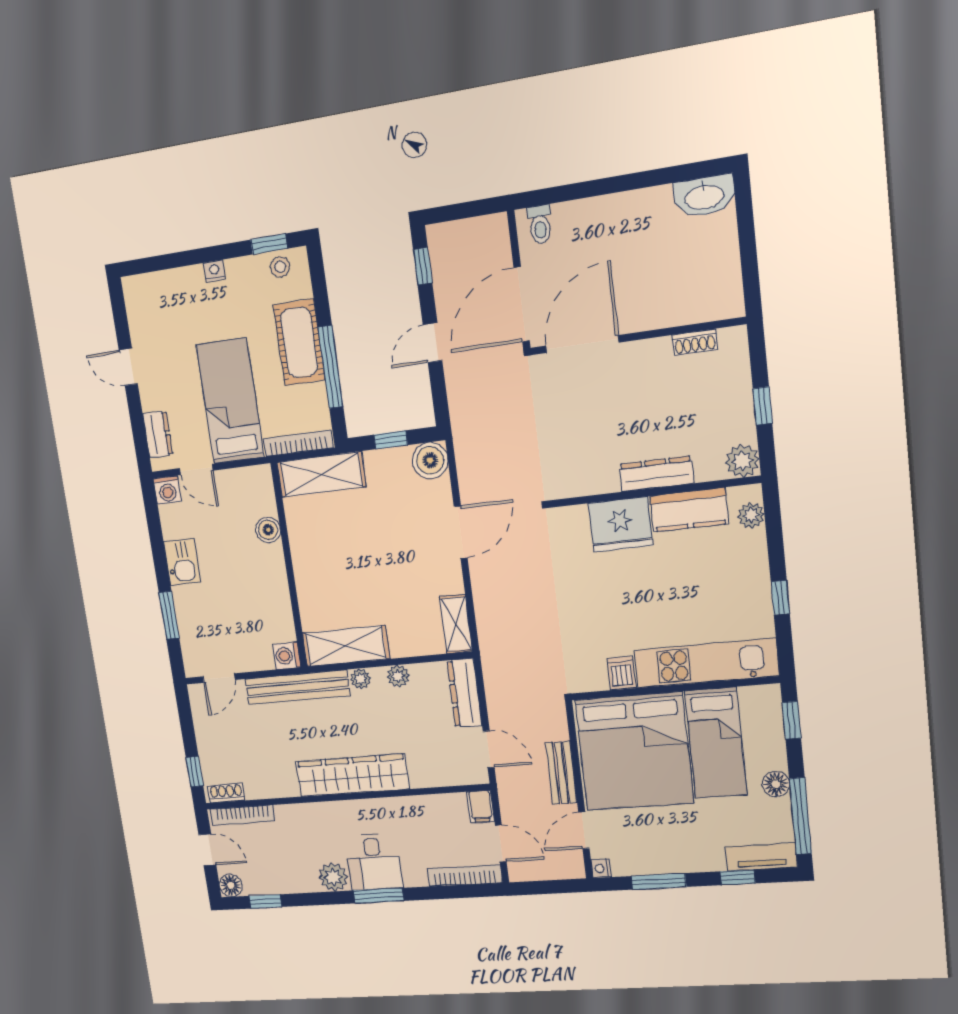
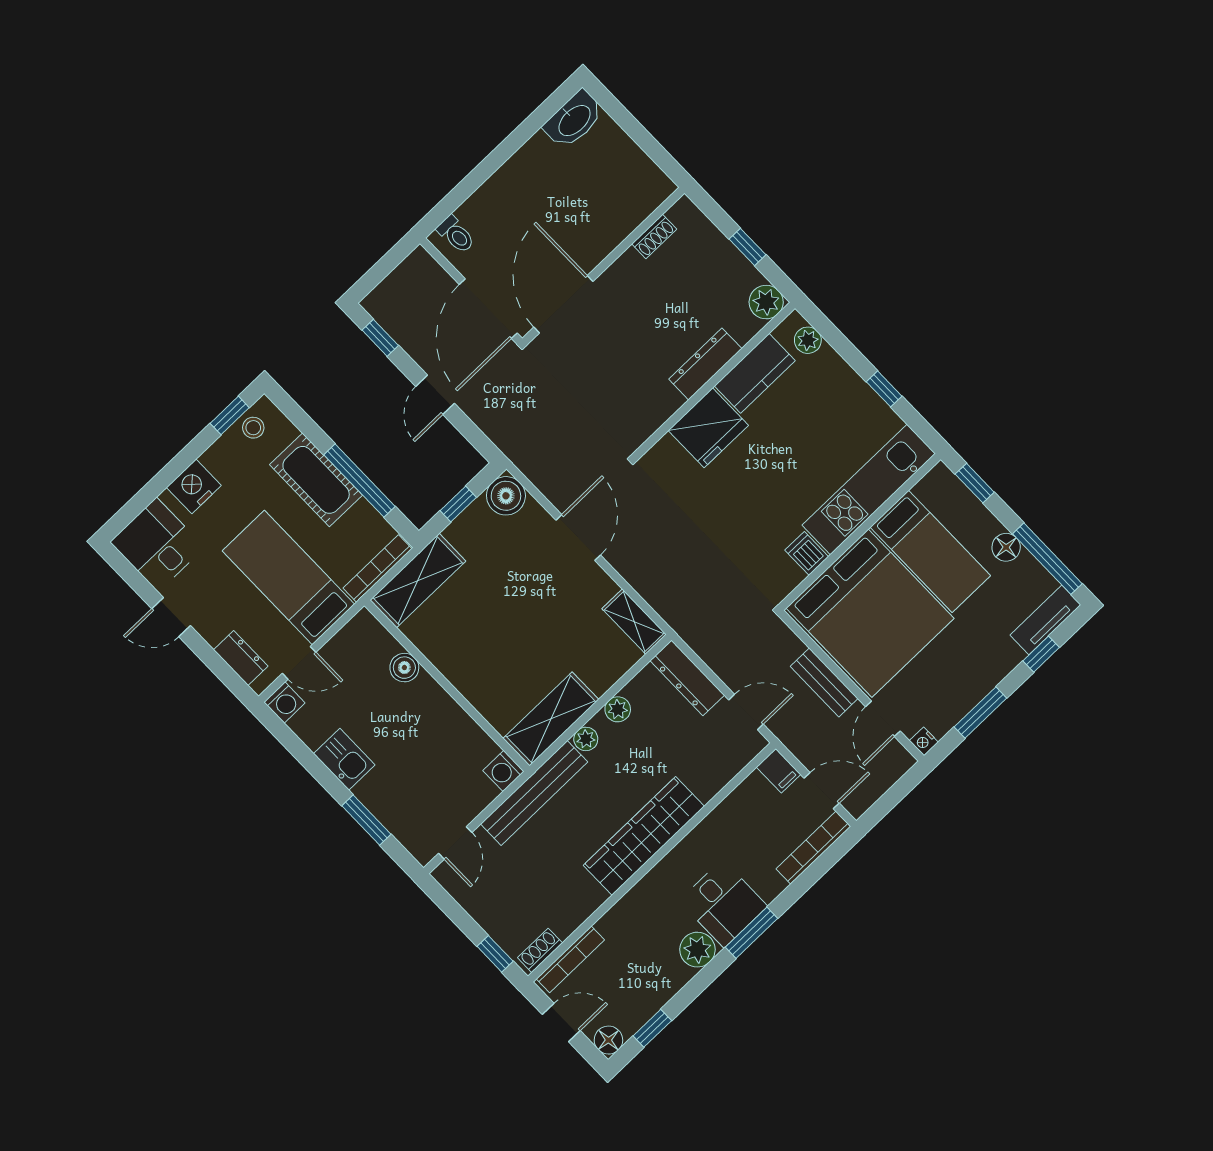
nightstand: (214, 271) -> (194, 486), width x1.89, depth x1.79
desk: (153, 305) -> (157, 545), added

